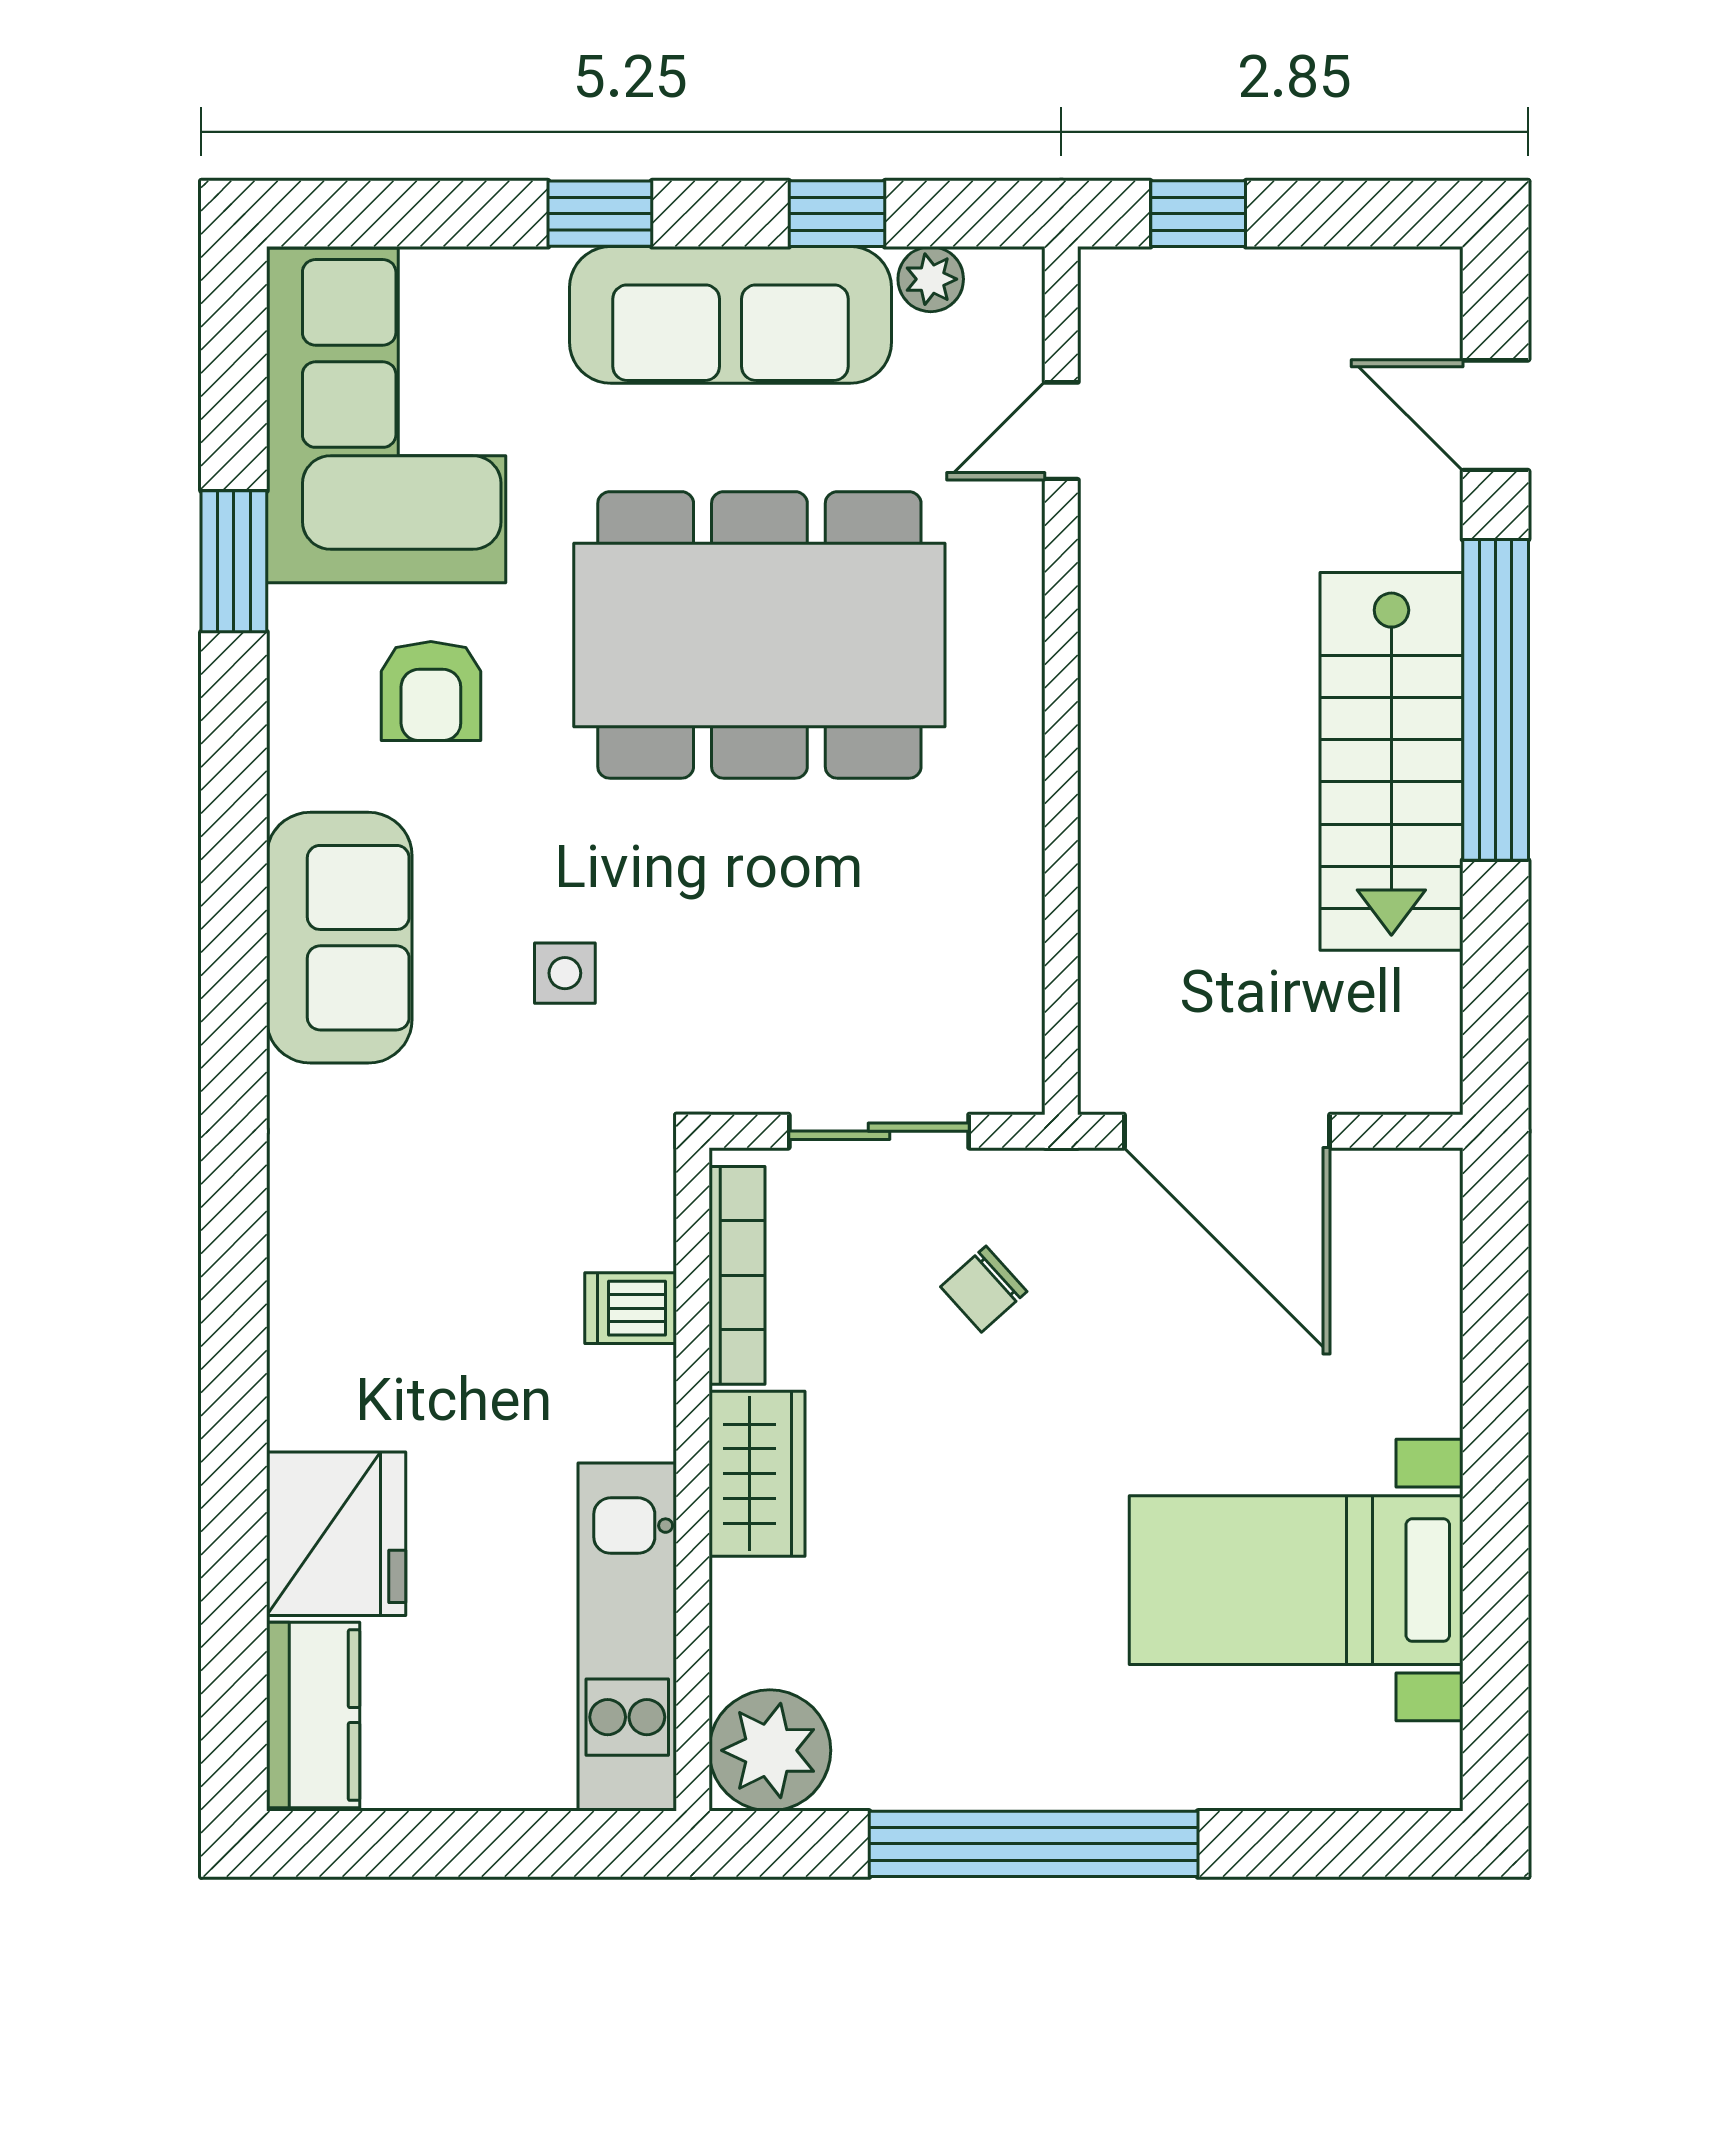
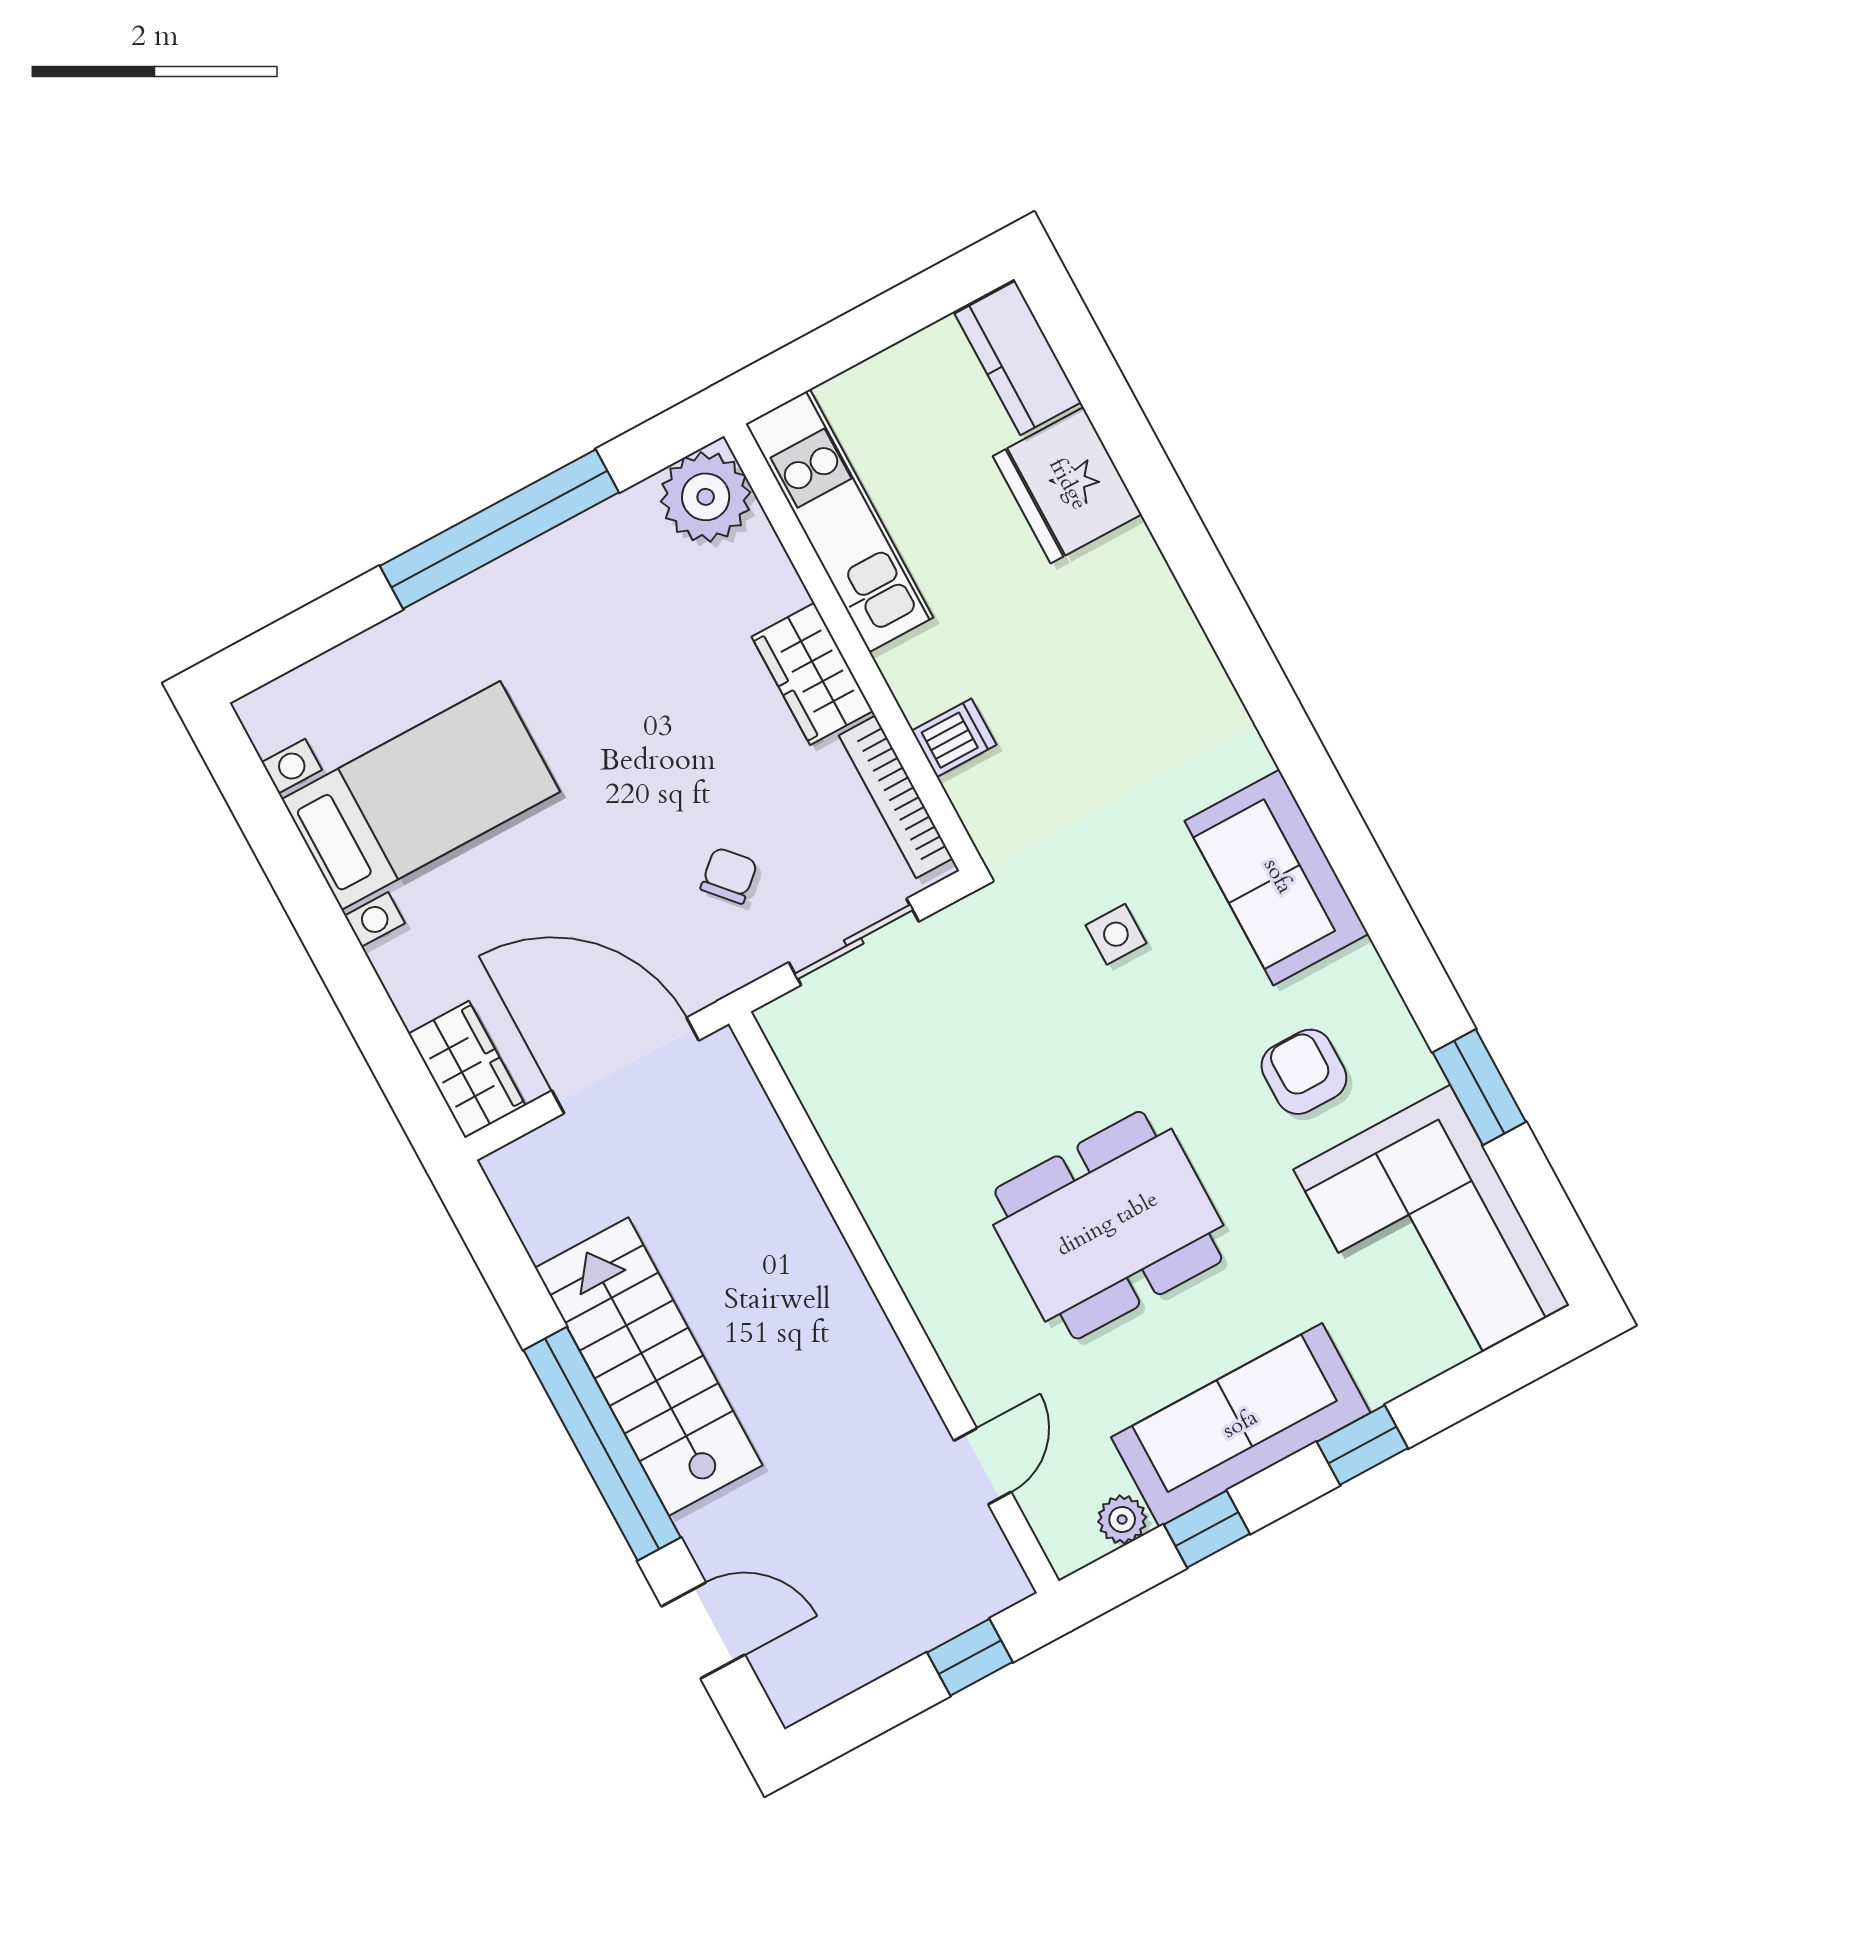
dining table: (759, 635) -> (1108, 1225), width x0.73, depth x0.80
wardrobe: (1416, 1227) -> (467, 1070), added

